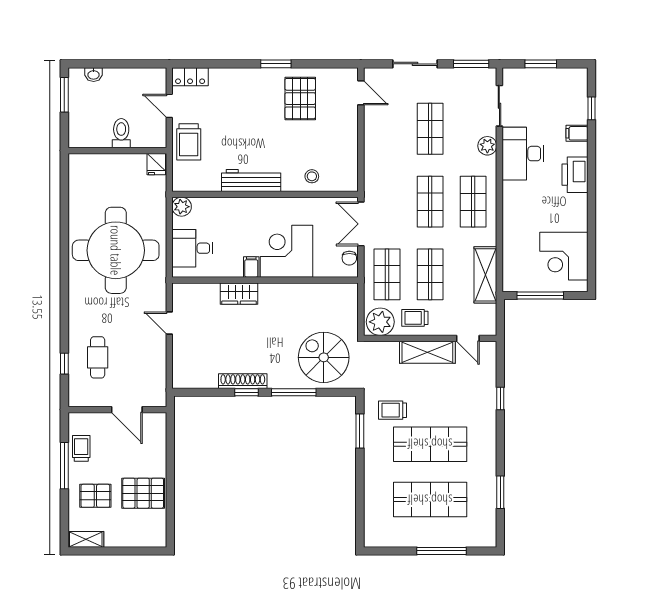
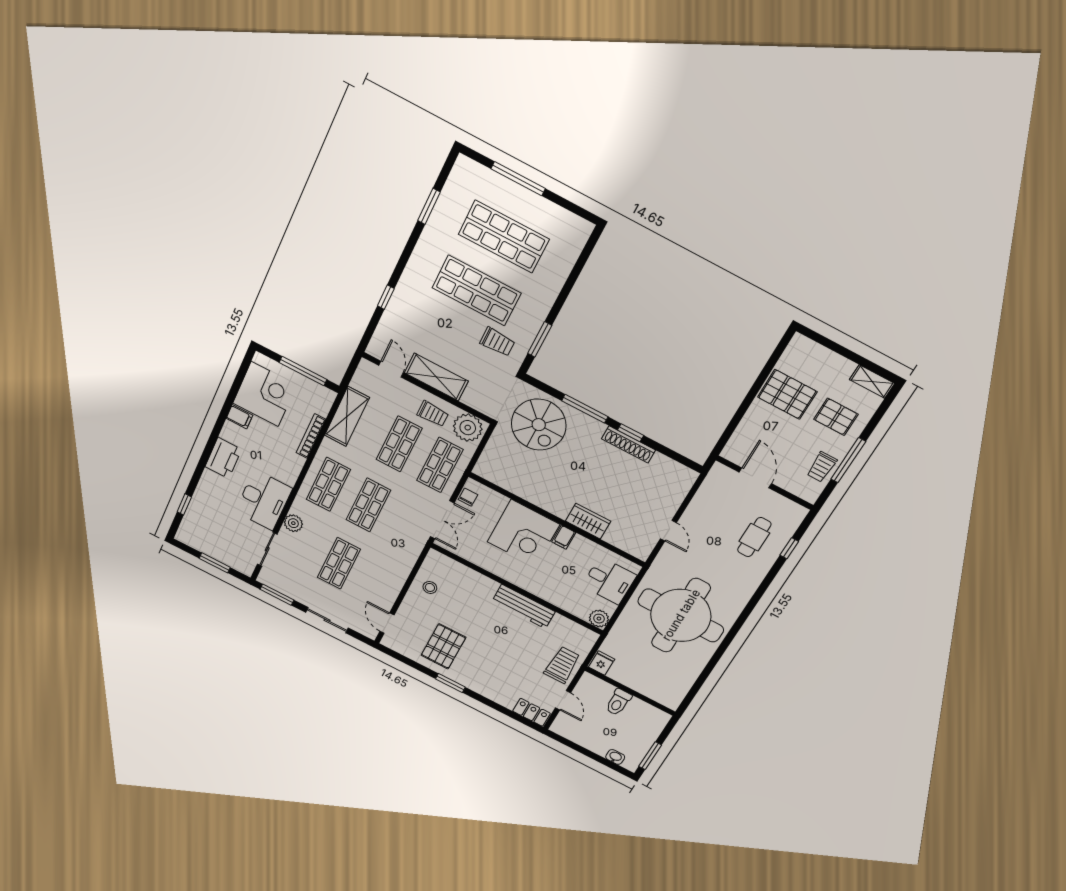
filing cabinet: (577, 133) -> (239, 417), moved
stool: (312, 176) -> (430, 587), moved
bookcase: (508, 239) -> (311, 436), added

